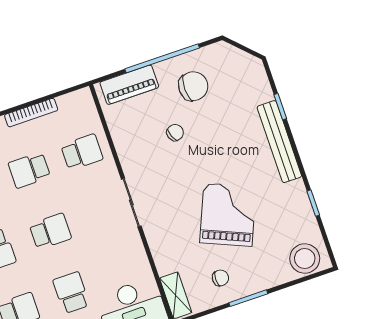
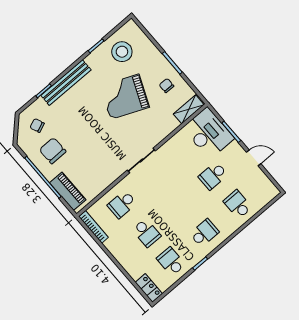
bookcase: (31, 113) -> (93, 227), moved
chair: (175, 133) -> (37, 125), moved
school desk: (82, 152) -> (122, 204), turned -90
school desk: (50, 231) -> (180, 204), removed
stool: (305, 259) -> (122, 52), moved

